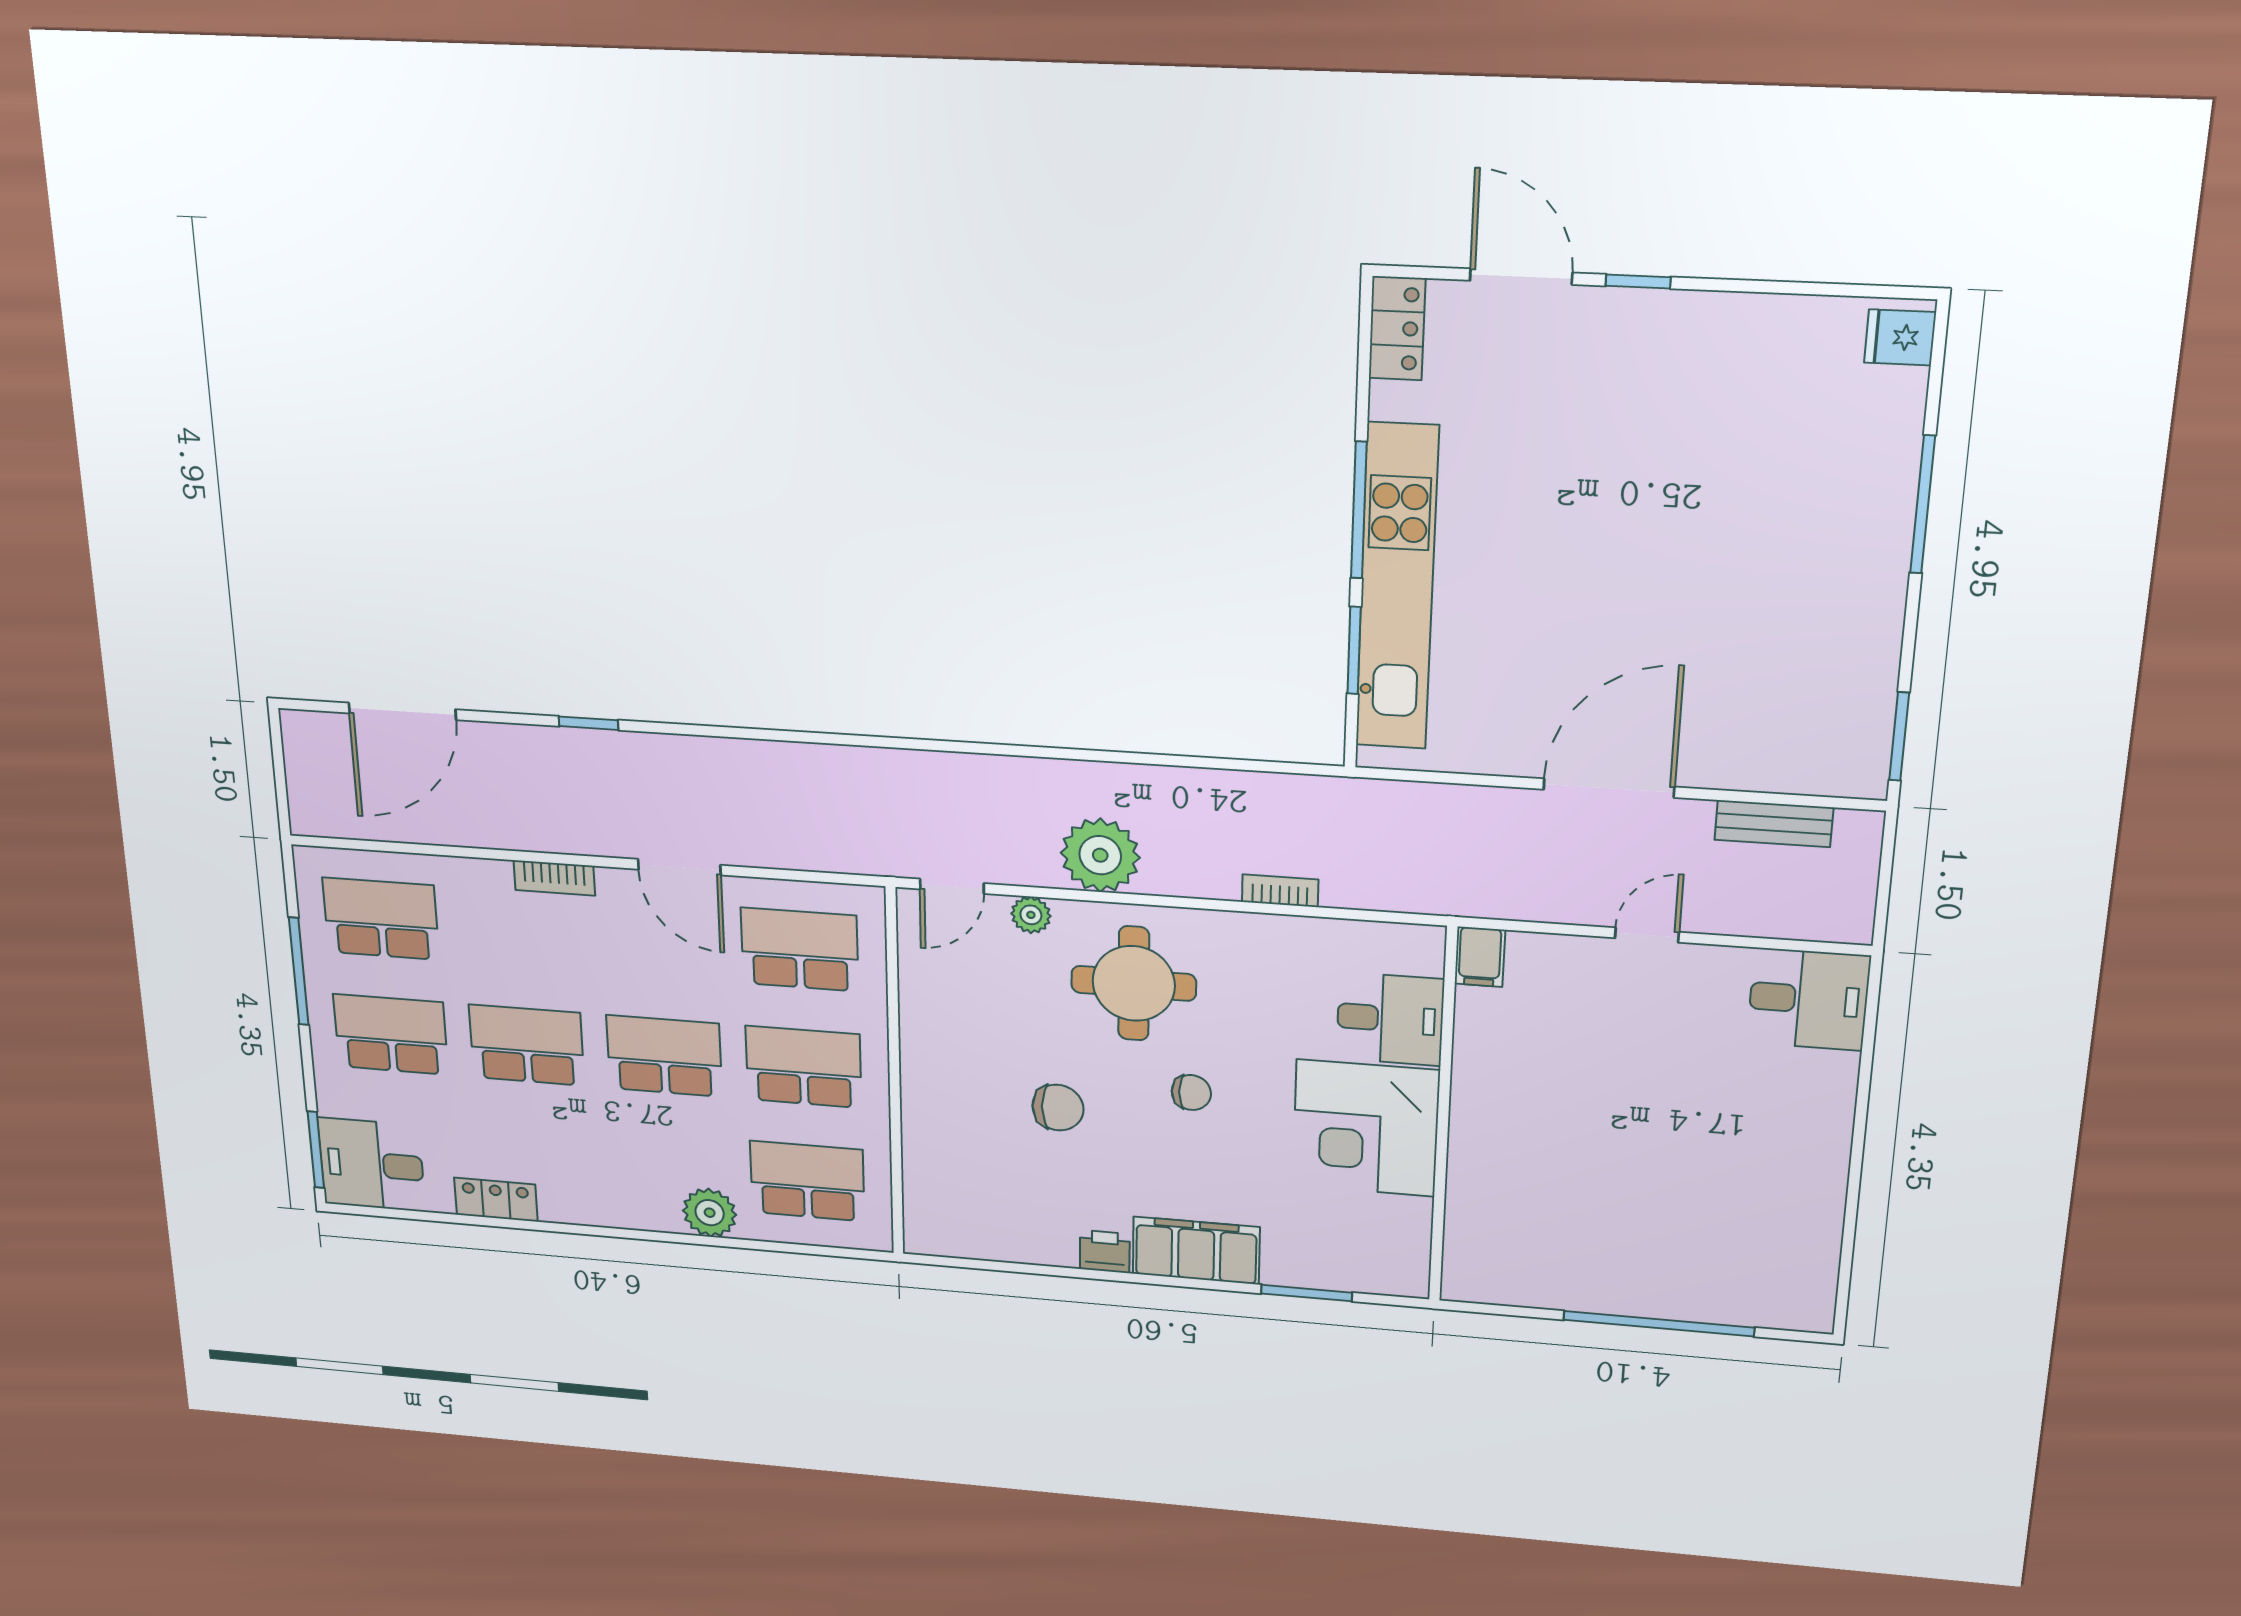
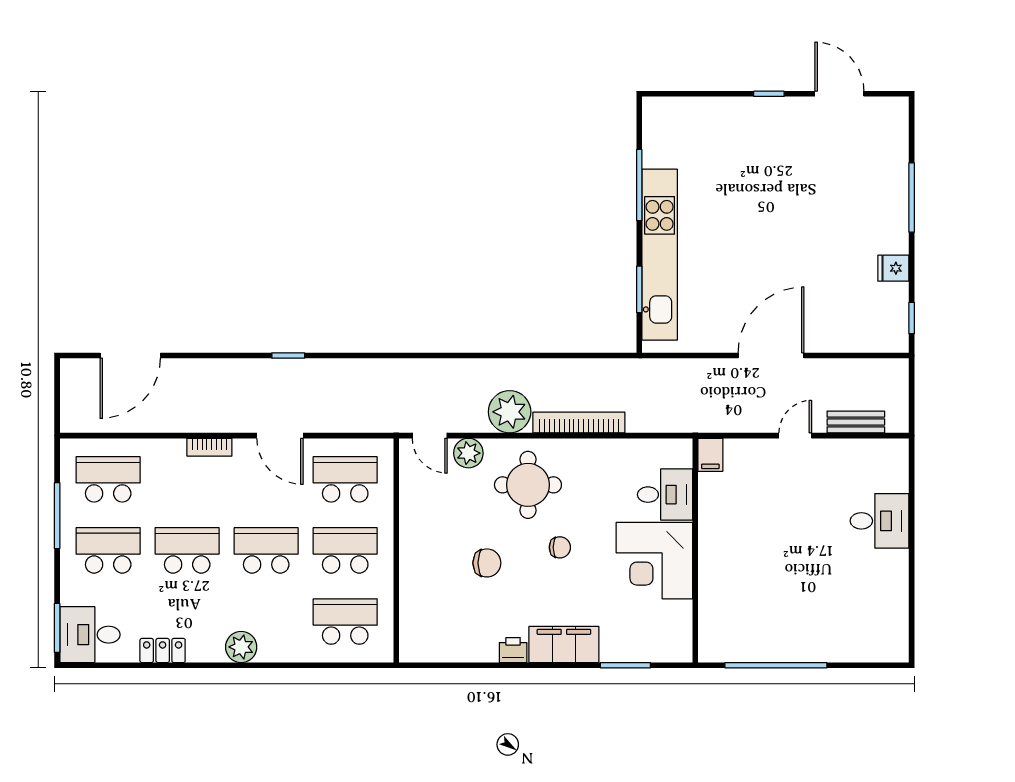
door: (1521, 277) -> (839, 94), moved
locker: (1397, 328) -> (655, 122), removed
fridge: (1900, 337) -> (893, 268), moved
window: (1359, 510) -> (639, 185), moved
window: (588, 723) -> (288, 355), moved
window: (1899, 737) -> (912, 318), width x0.67
bench: (1774, 824) -> (856, 422), moved
door: (952, 886) -> (430, 436), hinge flipped
bookcase: (1280, 891) -> (579, 422), width x2.31, depth x1.31
plant: (1031, 915) -> (468, 453), width x1.38, depth x1.38
desk: (1809, 999) -> (880, 521), moved
plant: (710, 1213) -> (241, 647), moved
window: (1659, 1324) -> (776, 665), moved

